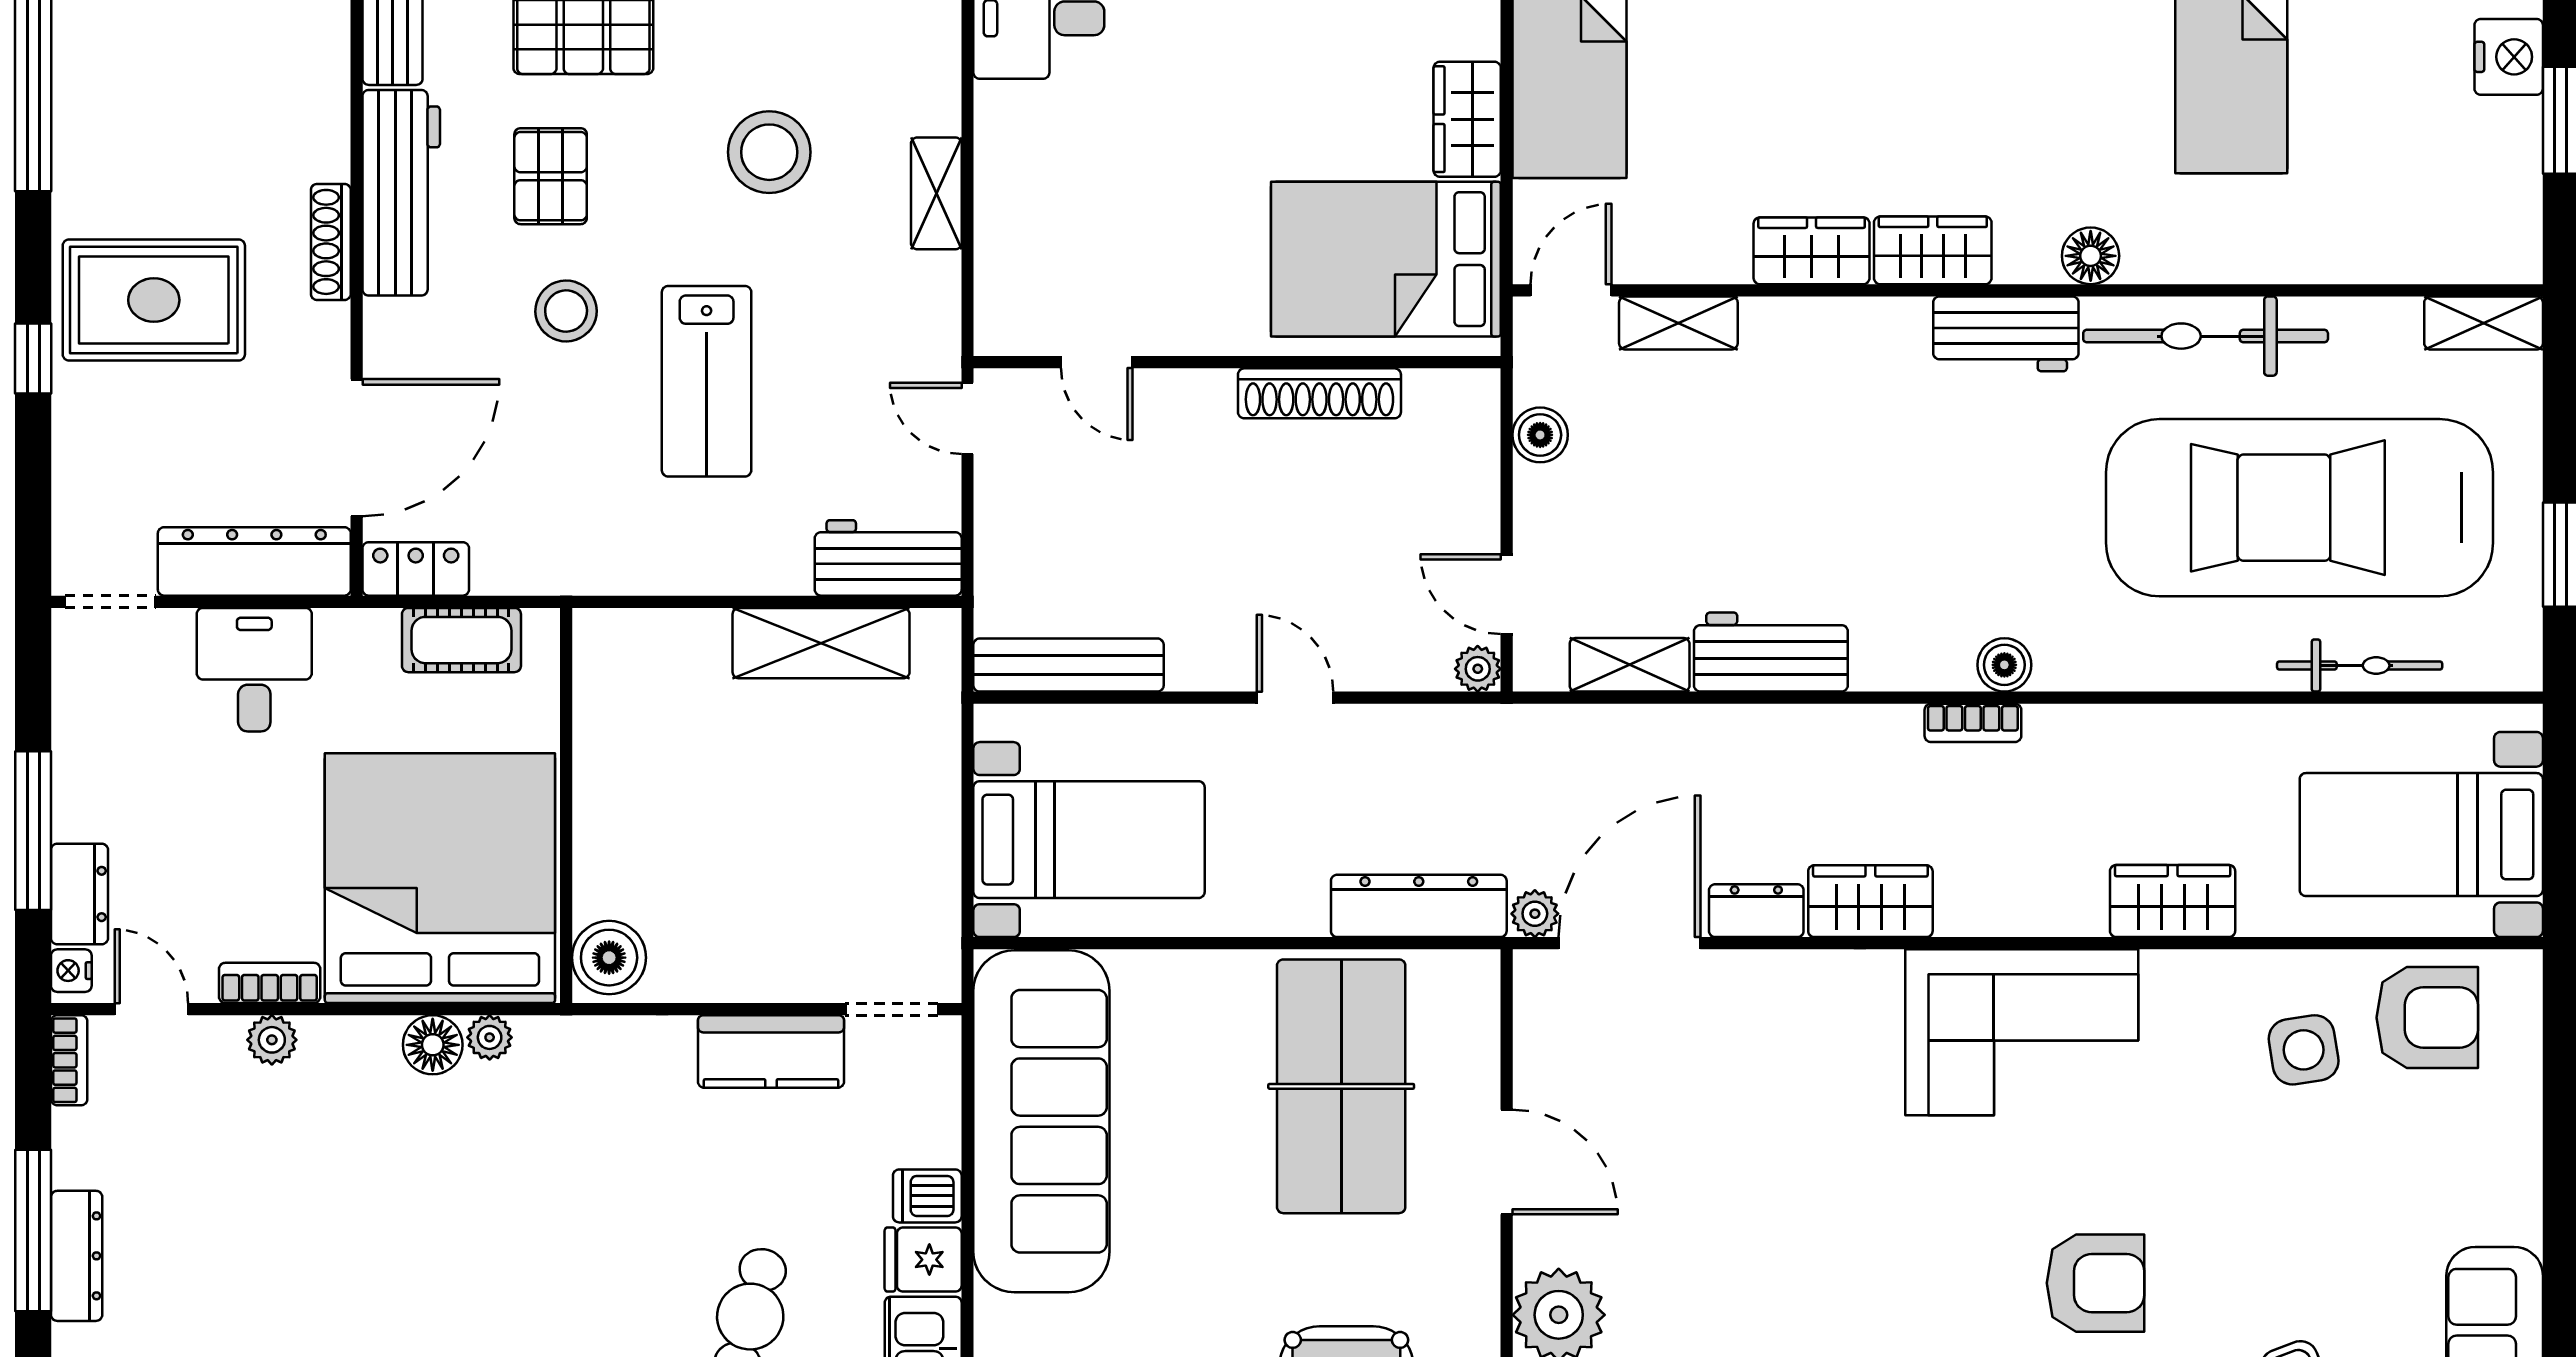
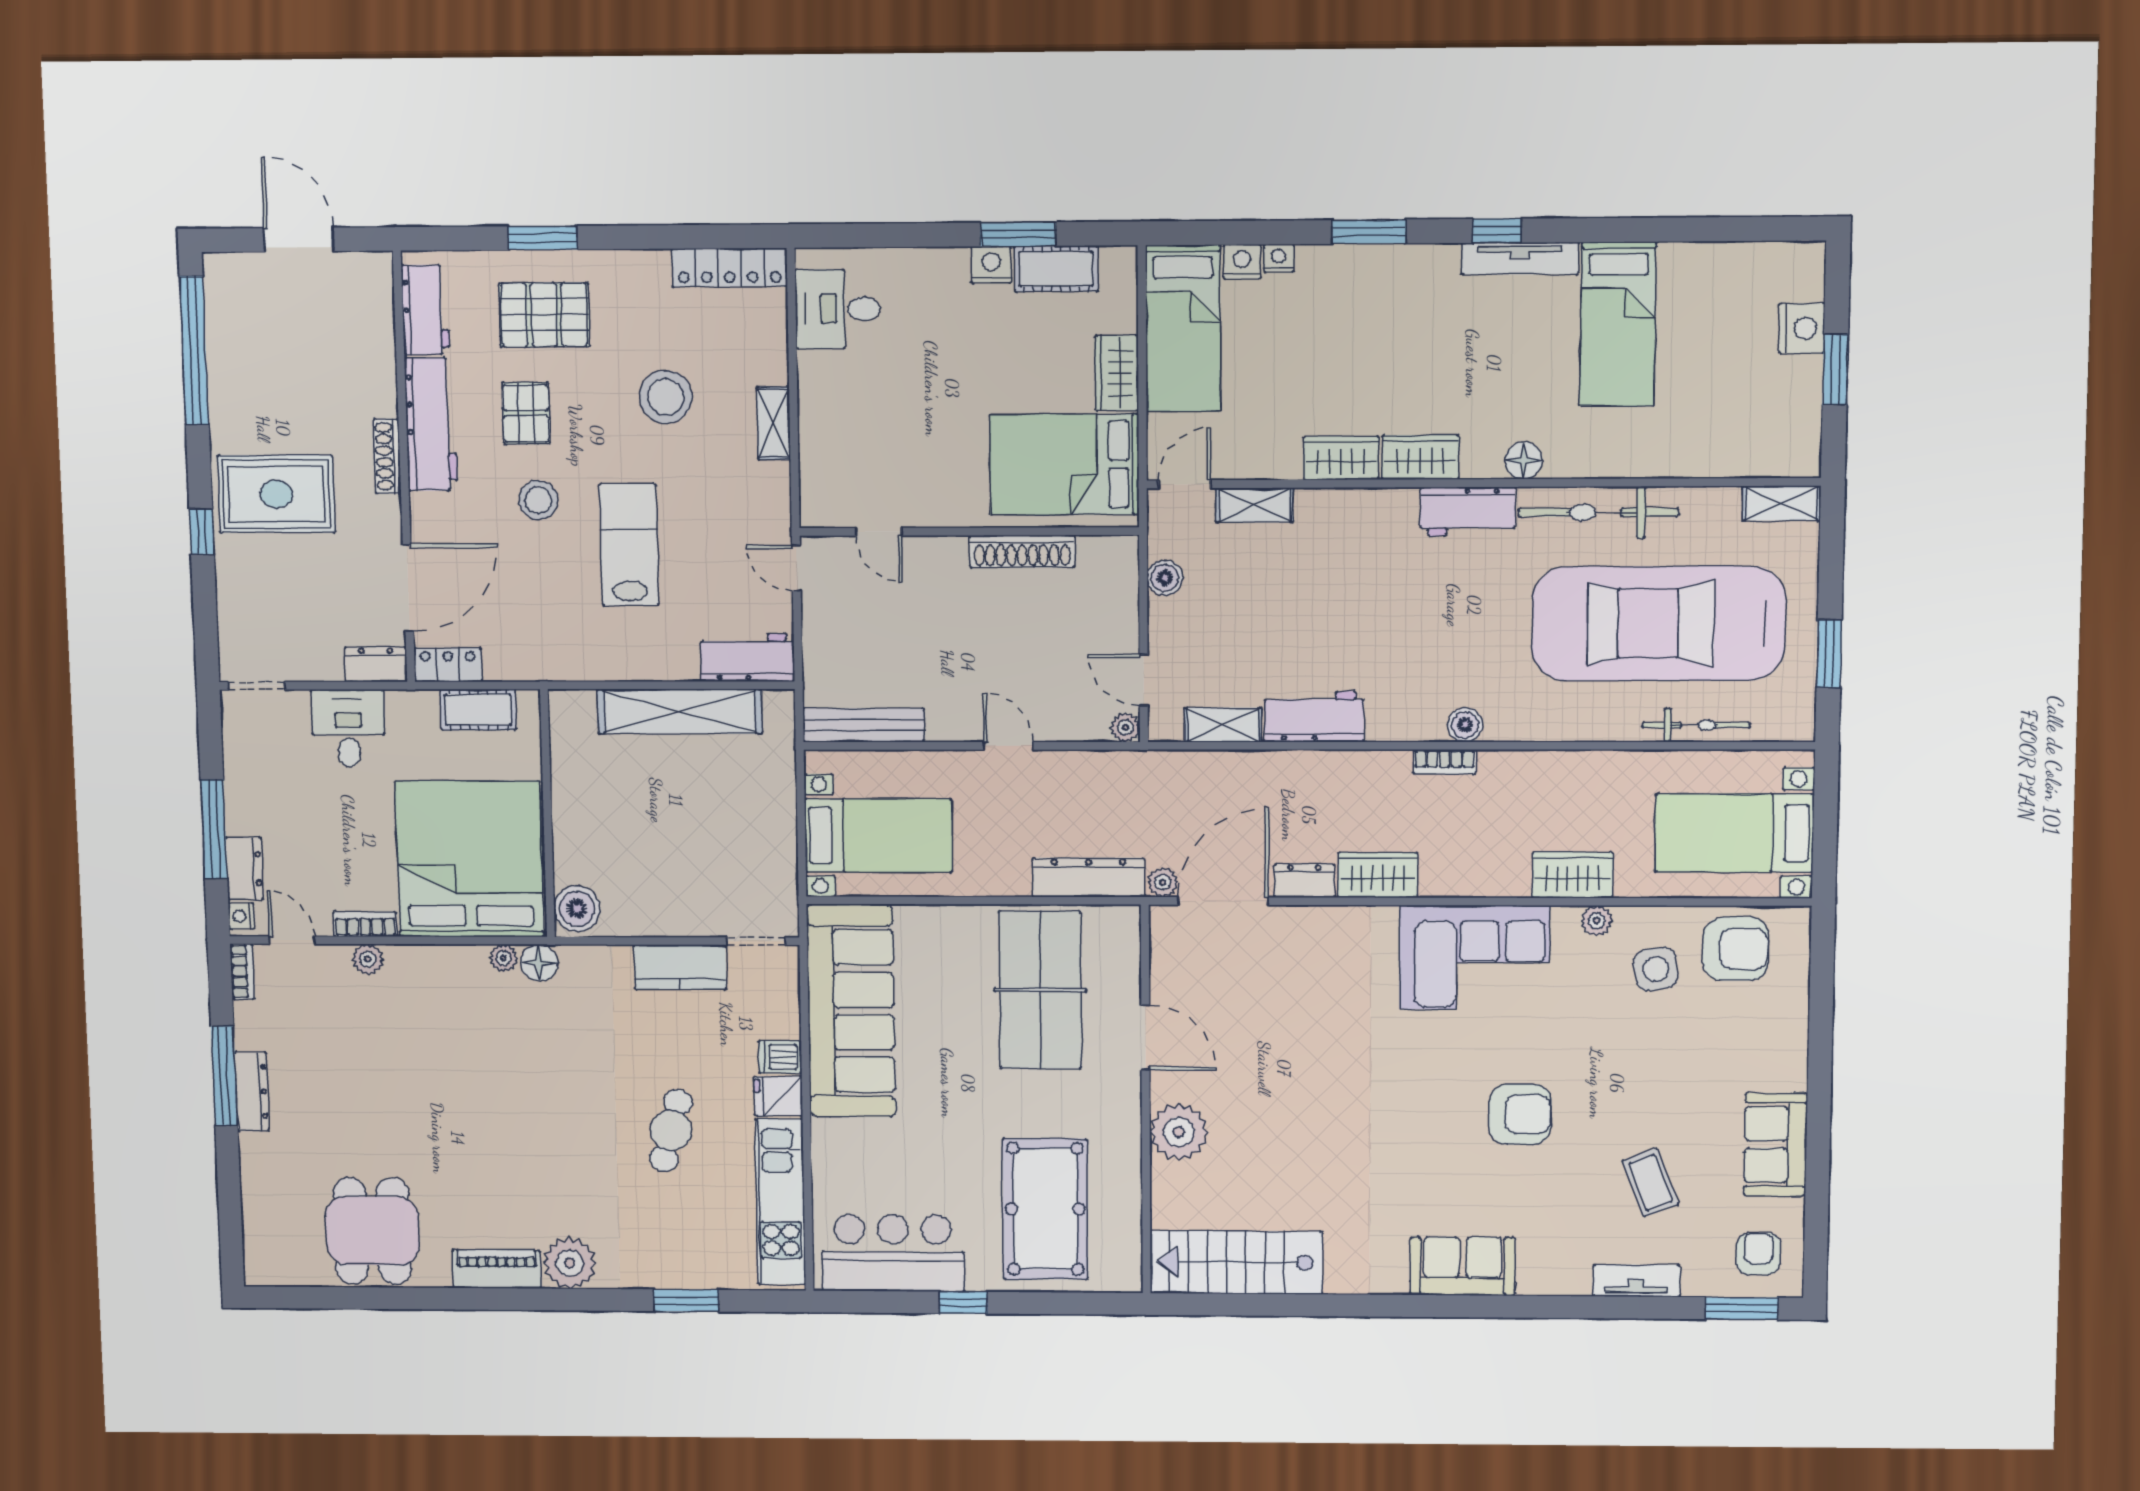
lab bench: (707, 381) -> (629, 545), turned 180
dresser: (254, 561) -> (376, 664), width x0.51, depth x0.80
shelving: (821, 643) -> (680, 711), width x1.47
plant: (2211, 973) -> (1597, 921), added
floor lamp: (433, 1045) -> (539, 963), moved

